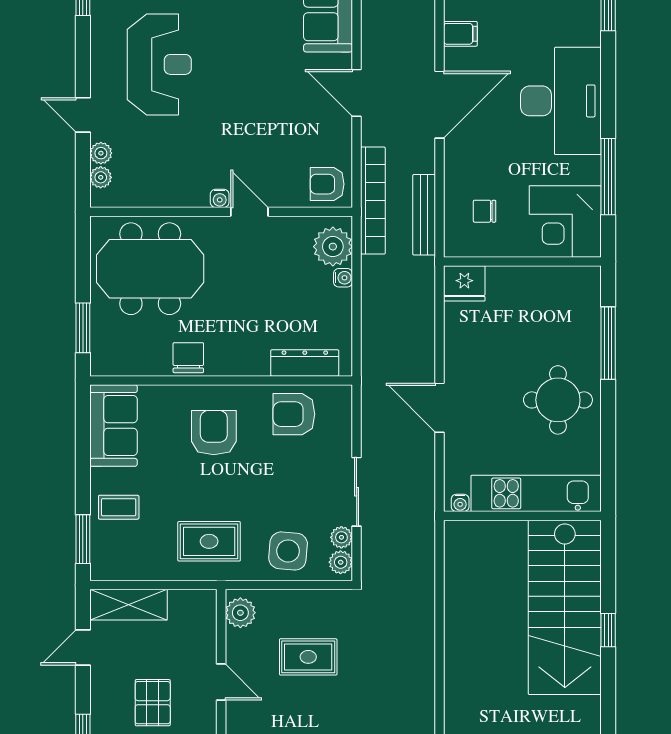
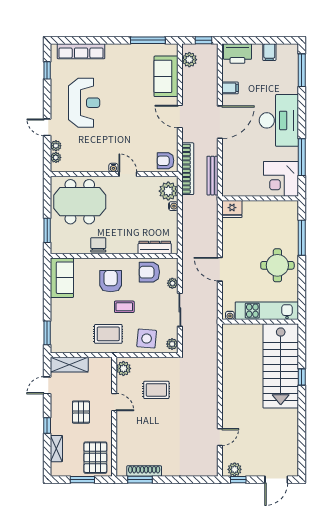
chair: (485, 211) -> (242, 174), removed
coffee table: (119, 507) -> (124, 307), moved
plant: (341, 537) -> (172, 283), moved

